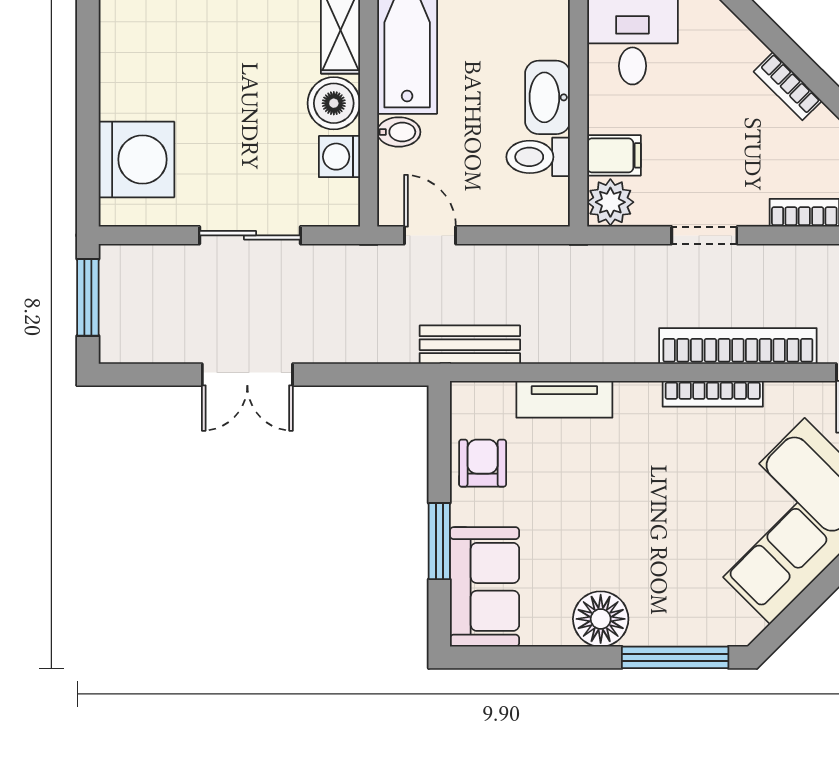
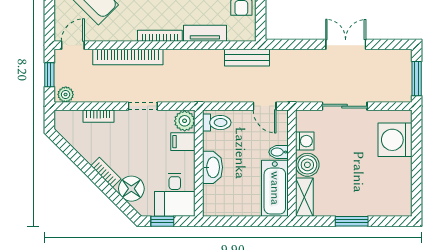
floor lamp: (730, 50) -> (131, 189), added
toilet: (538, 157) -> (217, 123), moved
bookcase: (713, 394) -> (160, 36), moved

